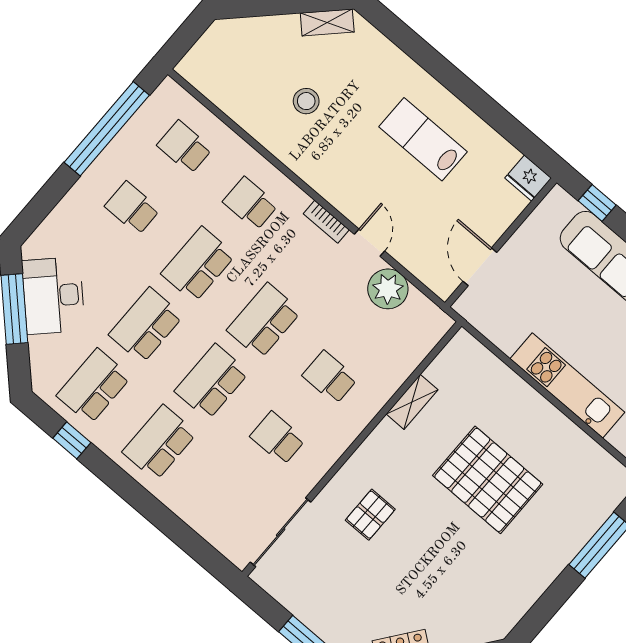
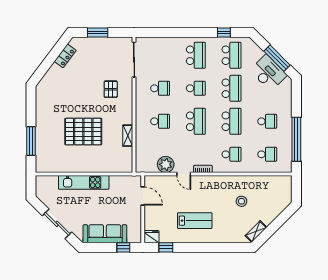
window: (519, 136) -> (166, 247), added
school desk: (212, 382) -> (196, 88), width x0.54

